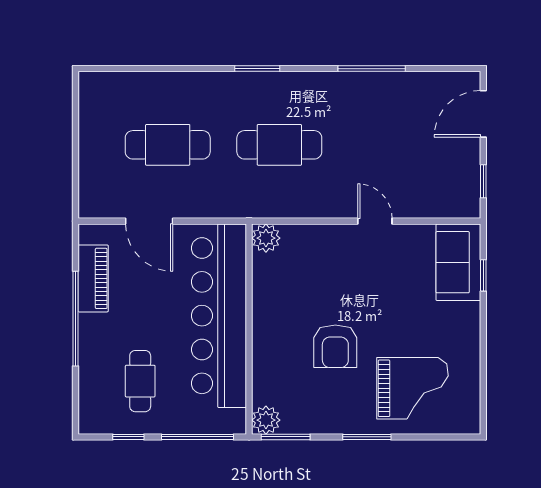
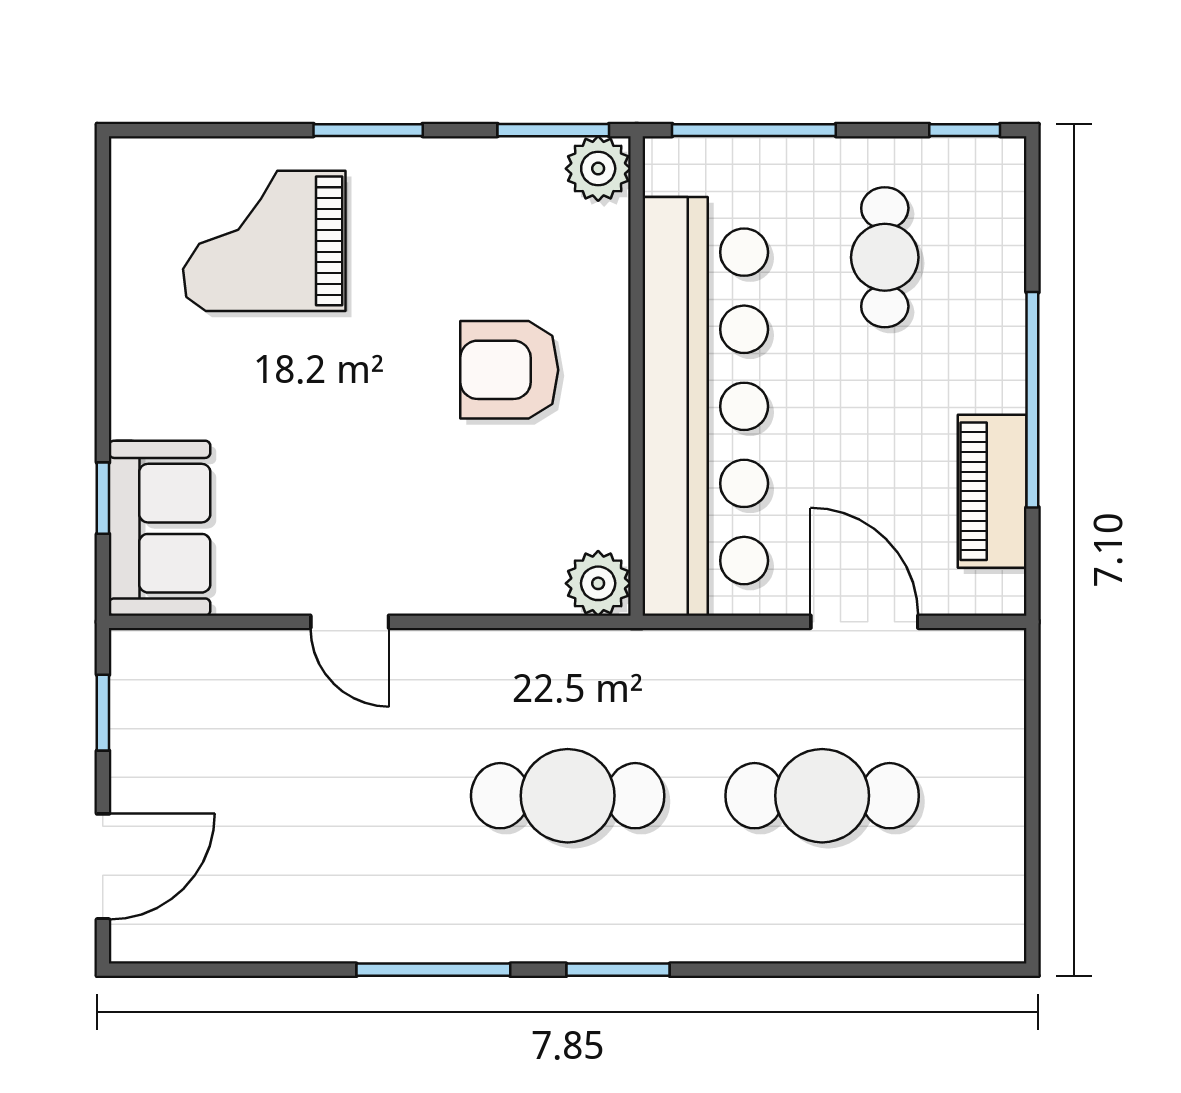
window: (372, 69) -> (433, 970), moved
armchair: (335, 346) -> (509, 370), moved, turned -90
window: (128, 437) -> (965, 130), moved

